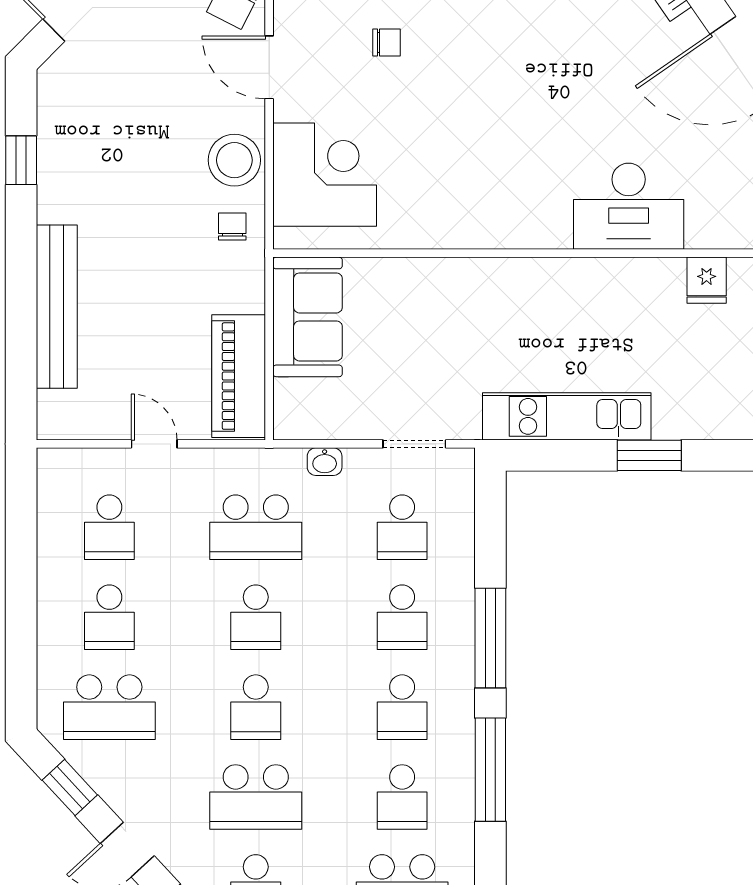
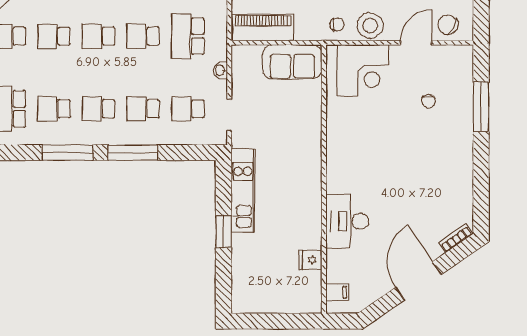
school desk: (256, 797) -> (54, 36), width x0.54

